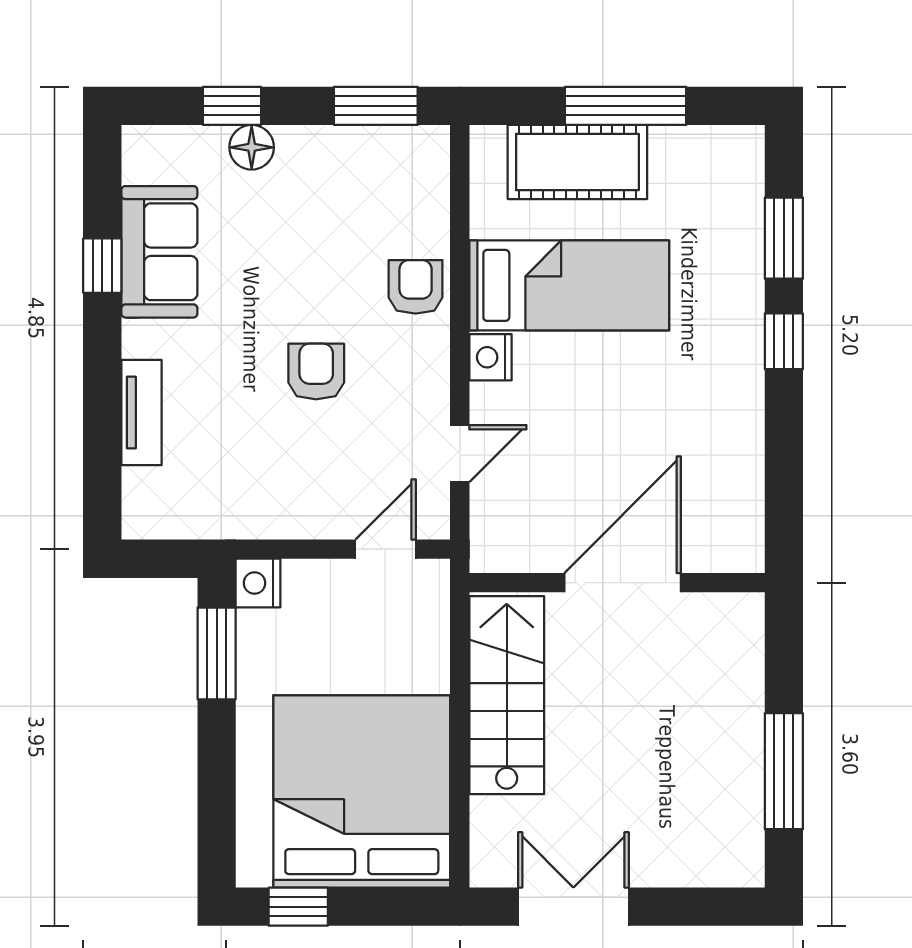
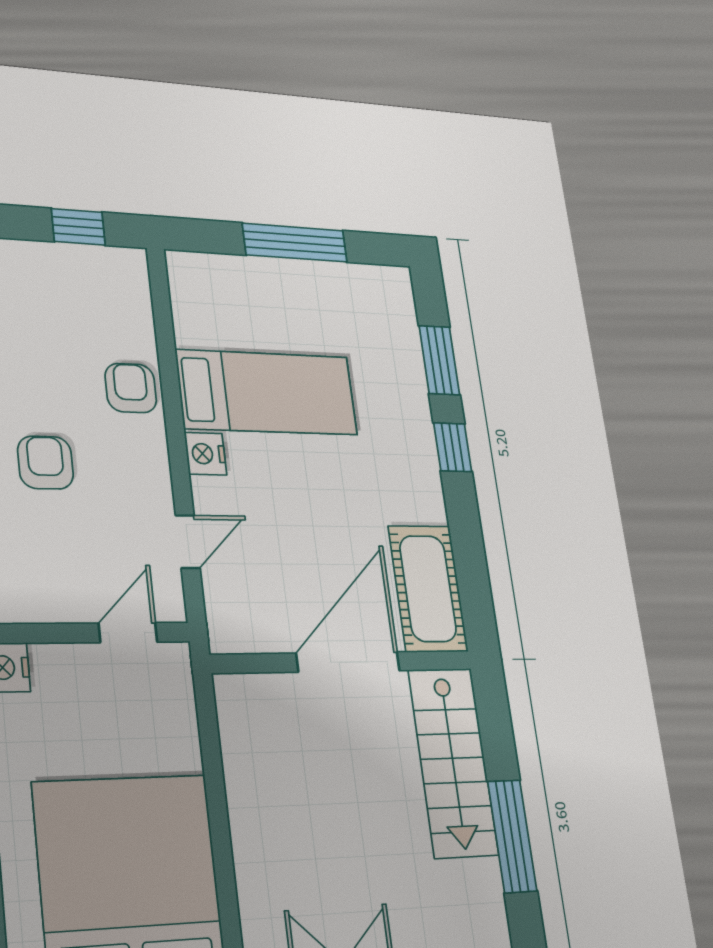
window: (376, 106) -> (78, 227), width x0.67
cot: (577, 162) -> (428, 588), moved, turned 90
stairs: (507, 695) -> (453, 762), moved, turned 180

